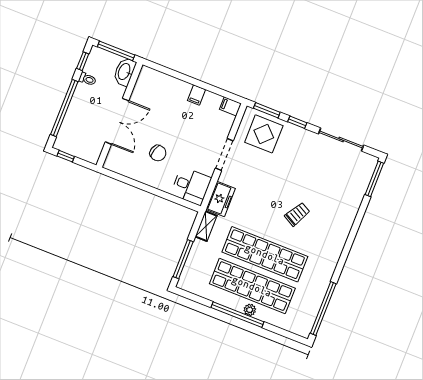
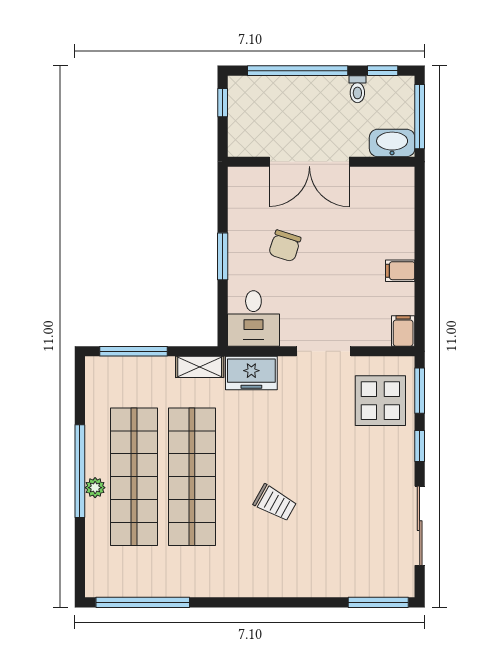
window: (150, 190) -> (223, 256), added

